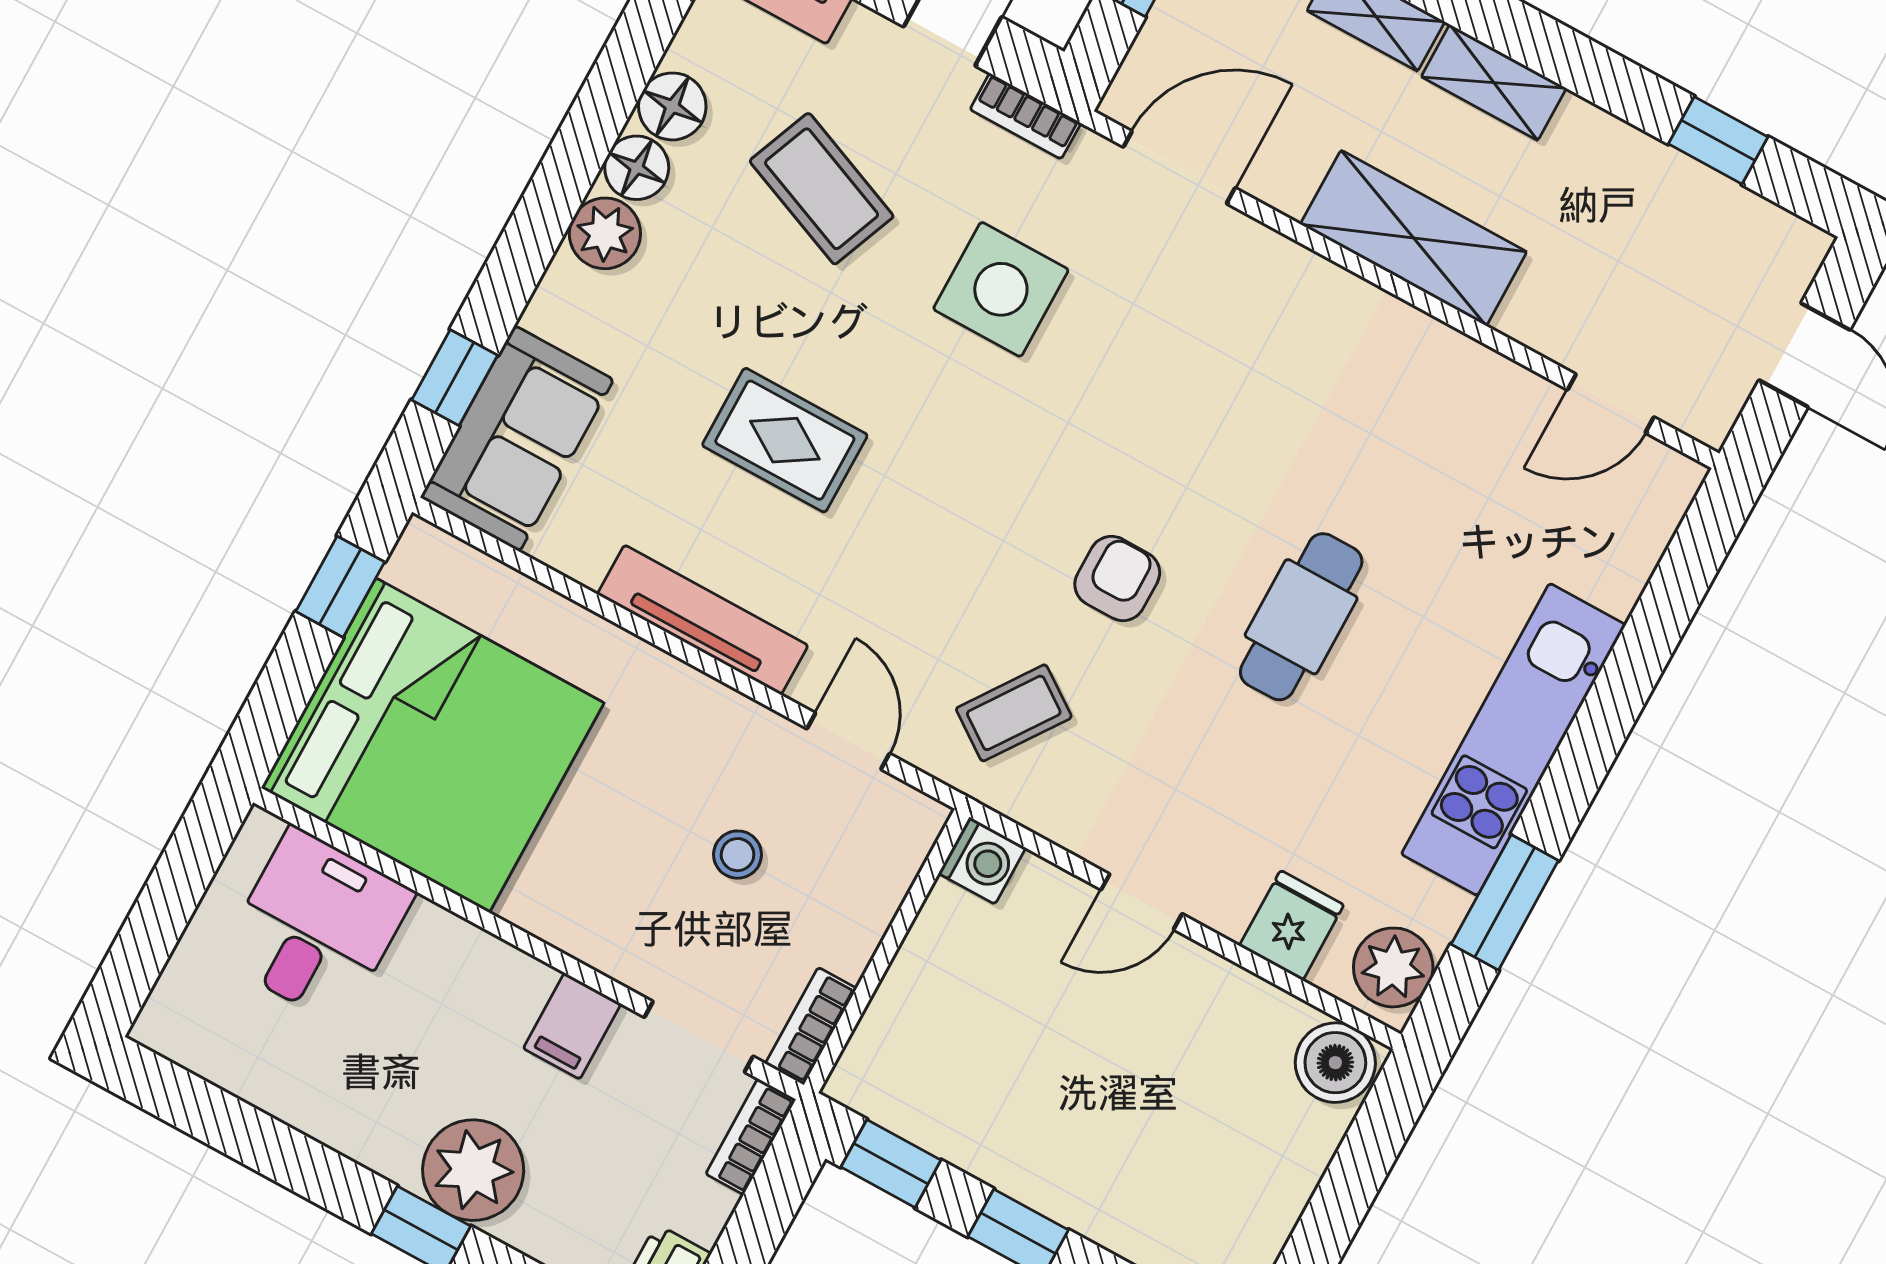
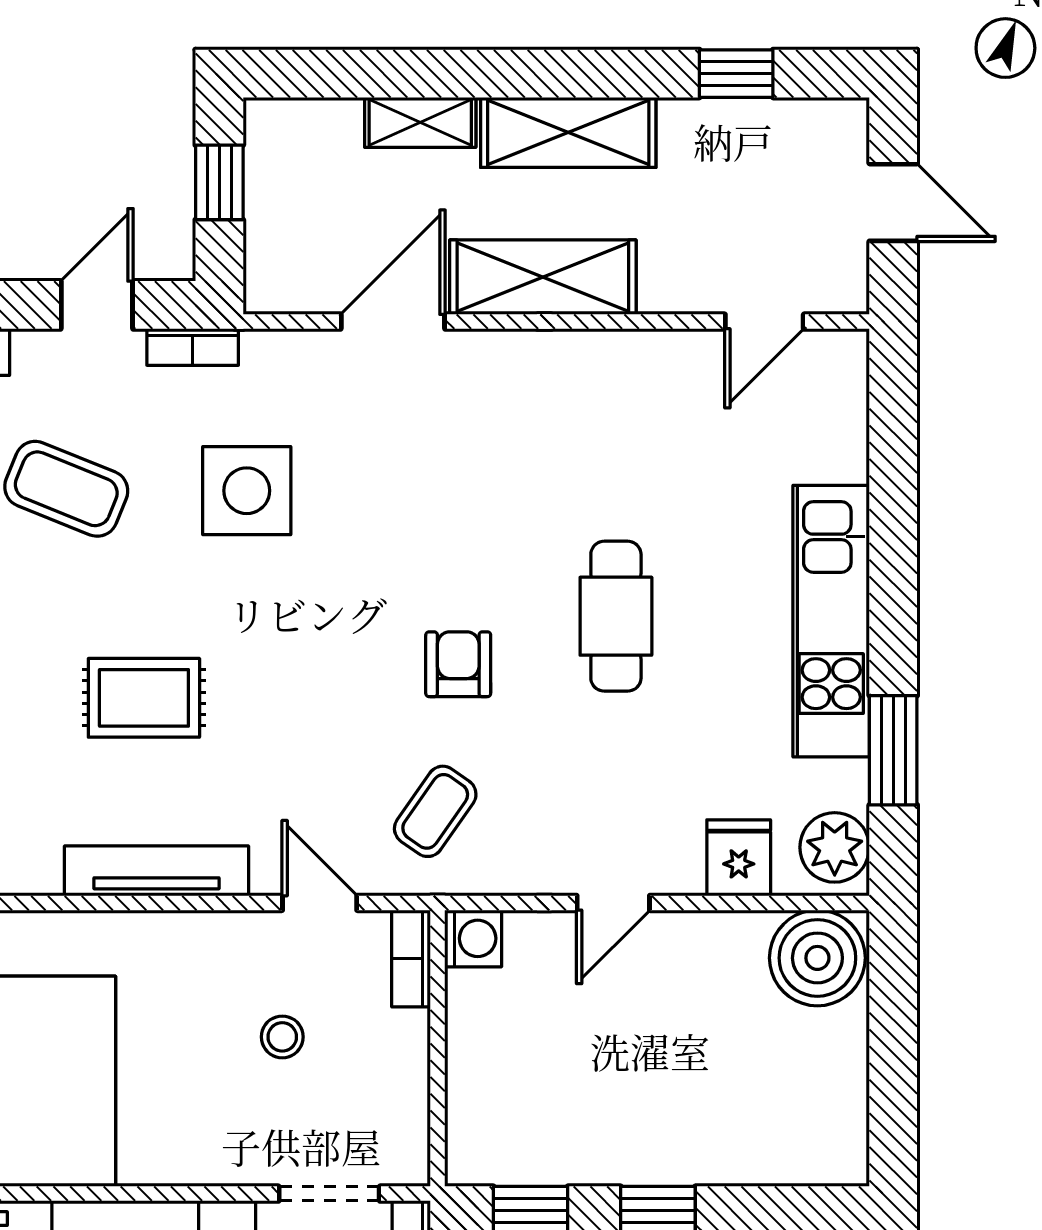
shelving: (1494, 82) -> (568, 132), width x1.50, depth x1.33
door: (1179, 167) -> (393, 322), moved
bookcase: (811, 1026) -> (411, 958), moved
boiler: (1335, 1063) -> (817, 958), width x1.37, depth x1.37

